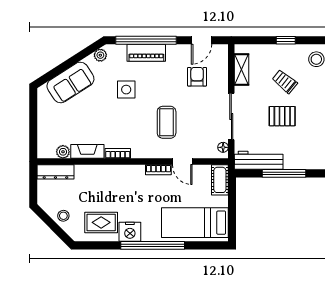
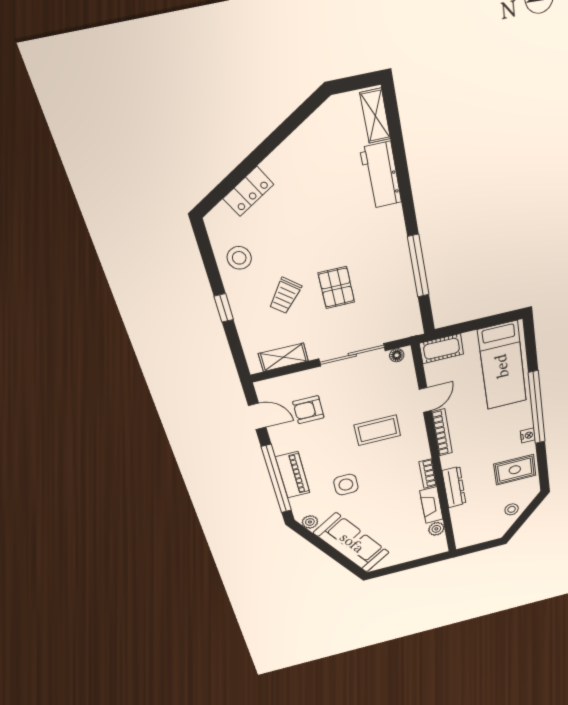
sofa: (70, 82) -> (352, 543), width x1.36
workbench: (259, 160) -> (406, 305), removed
bookcase: (158, 170) -> (442, 432), width x1.56
dresser: (55, 172) -> (454, 487), moved
rug: (101, 222) -> (515, 470), turned 90
nightstand: (130, 232) -> (528, 435), width x0.53, depth x0.56

